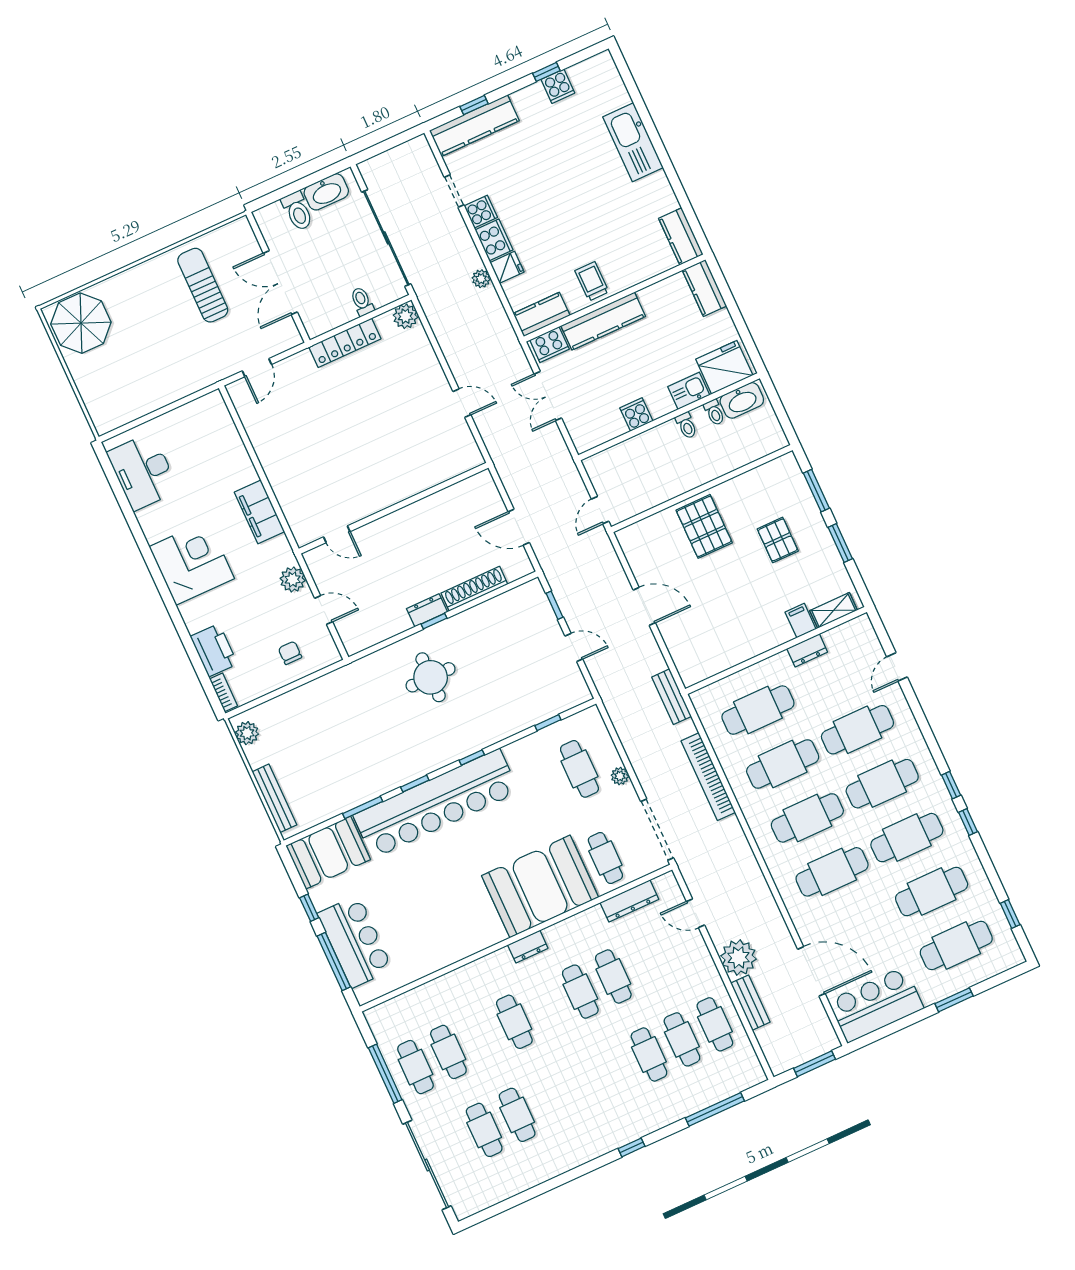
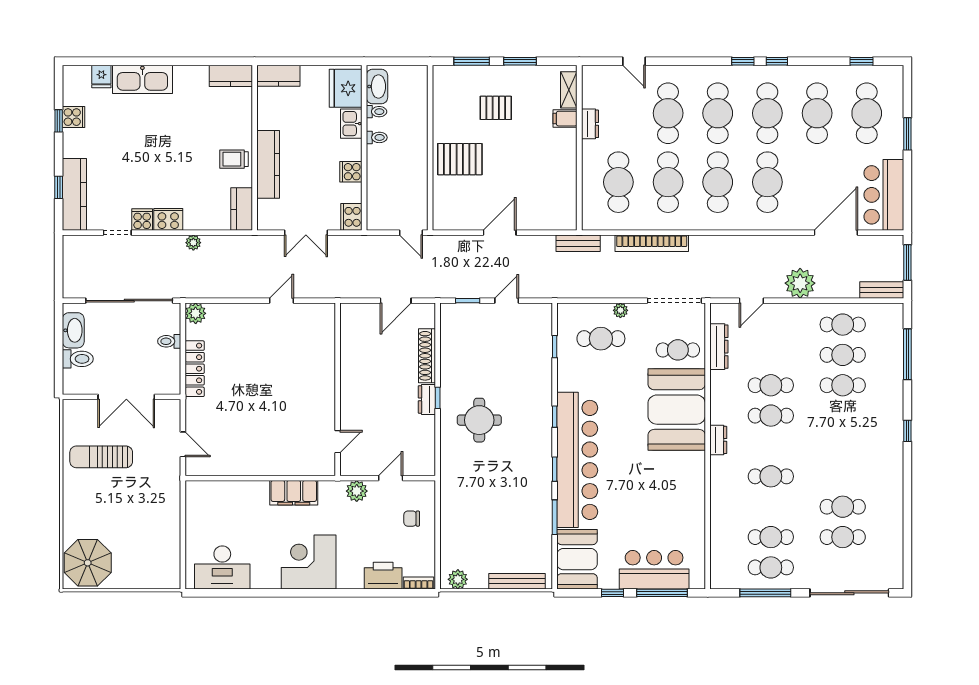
fridge: (507, 267) -> (101, 76), moved, turned 180
cooker: (549, 345) -> (351, 217), moved, turned 180
bench: (750, 1003) -> (882, 290), moved

